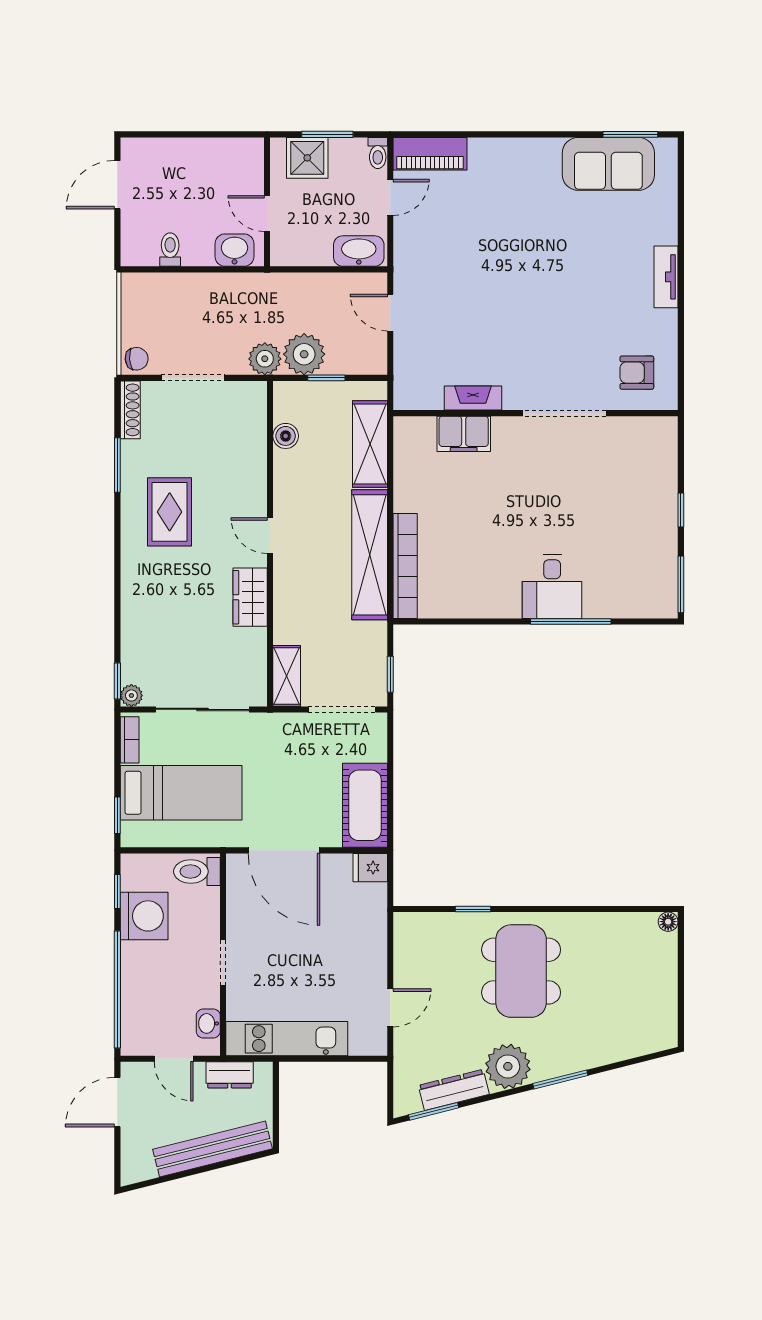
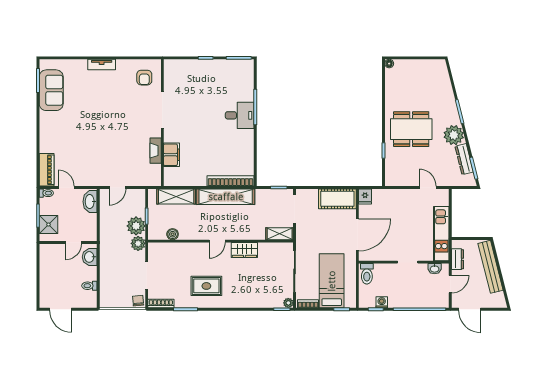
washing machine: (144, 916) -> (382, 302), width x0.53, depth x0.53

